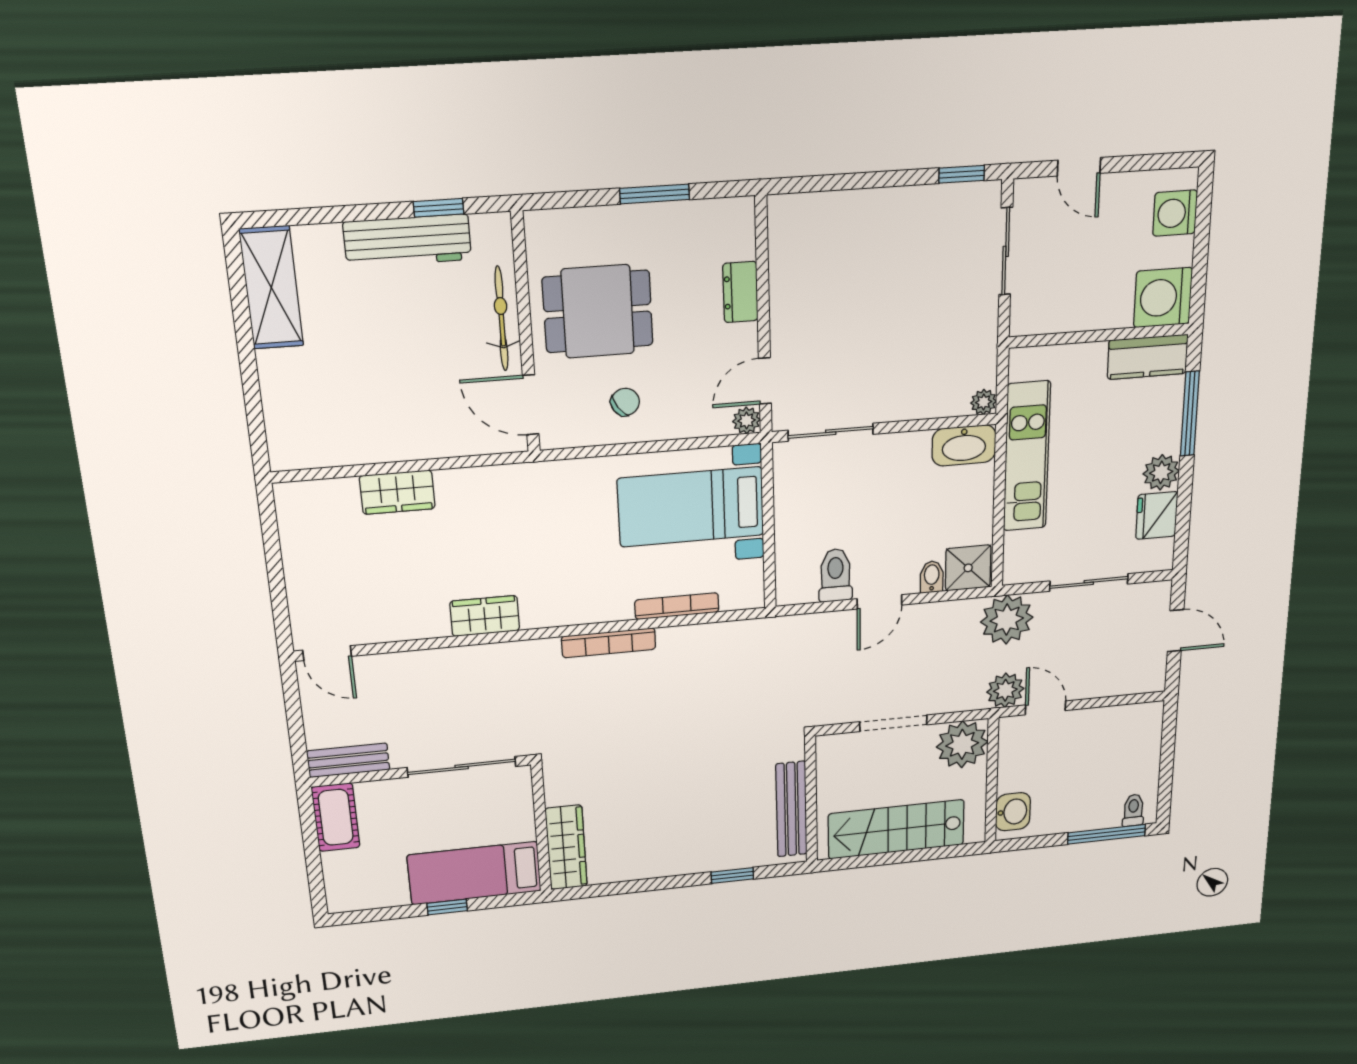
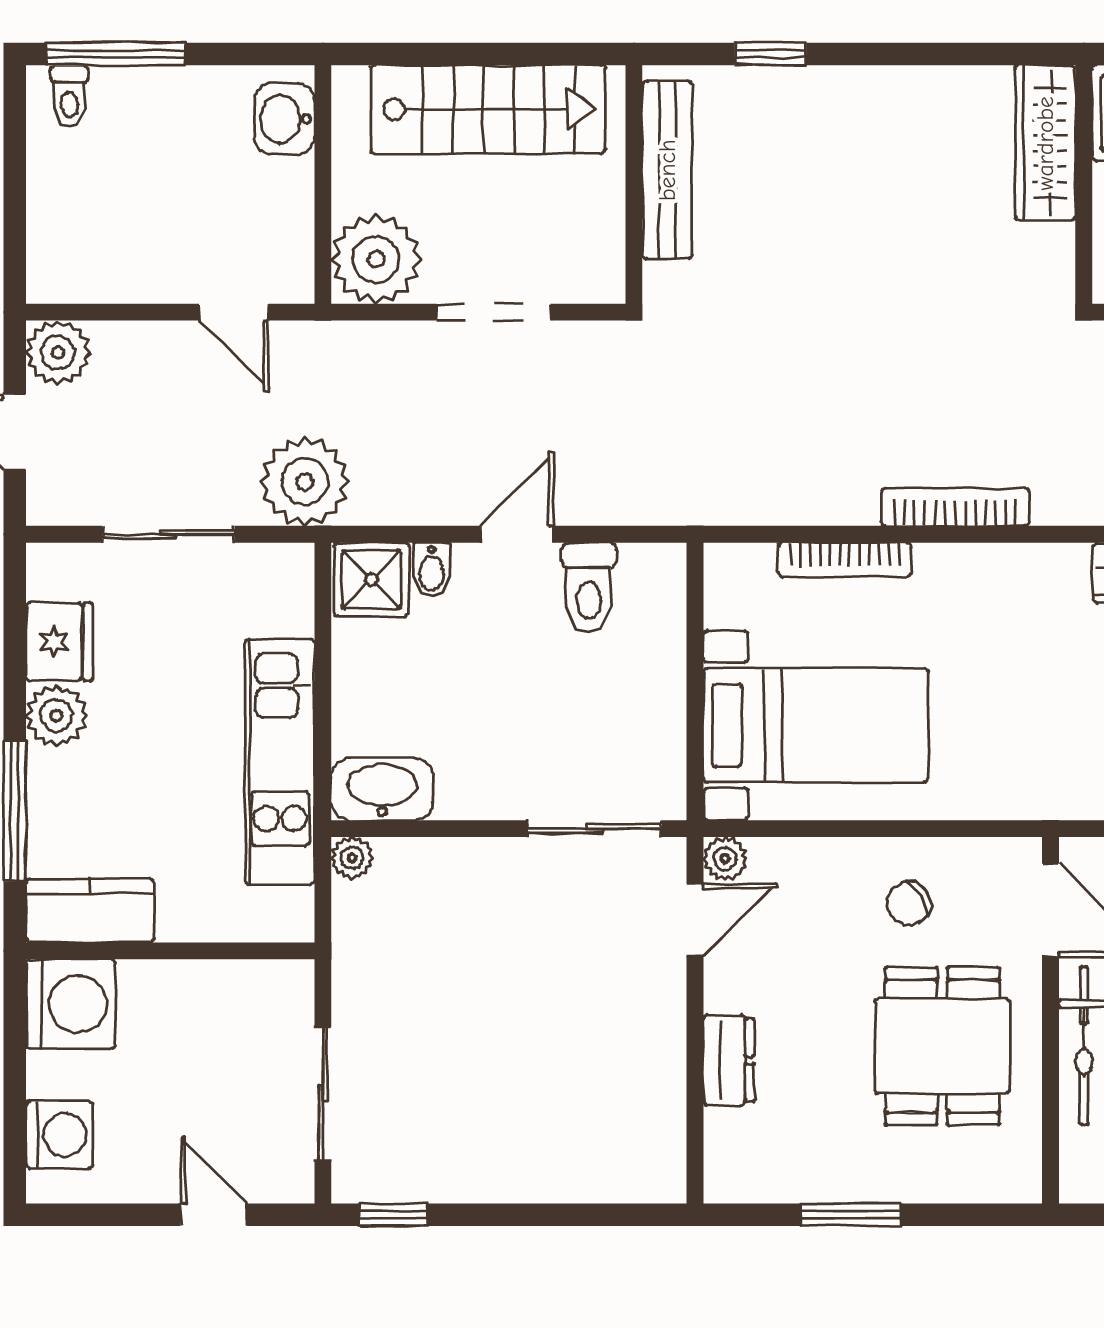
dining table: (598, 311) -> (942, 1046), turned 90
plant: (1005, 690) -> (58, 352), moved

